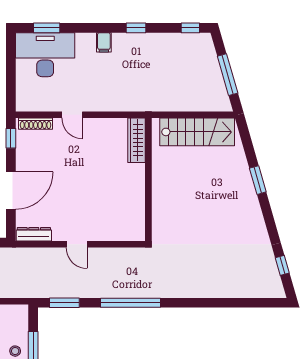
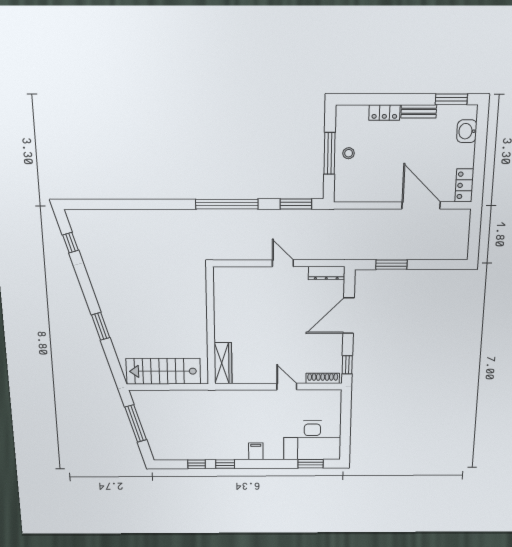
window: (190, 28) -> (197, 464), moved

